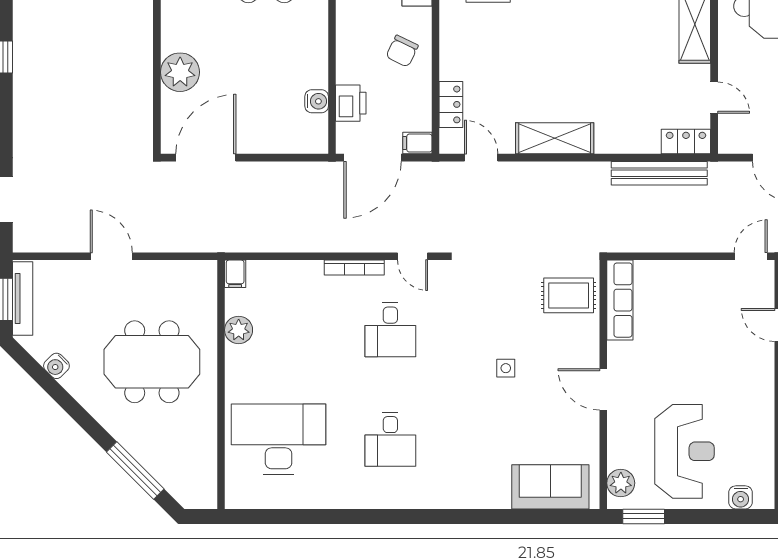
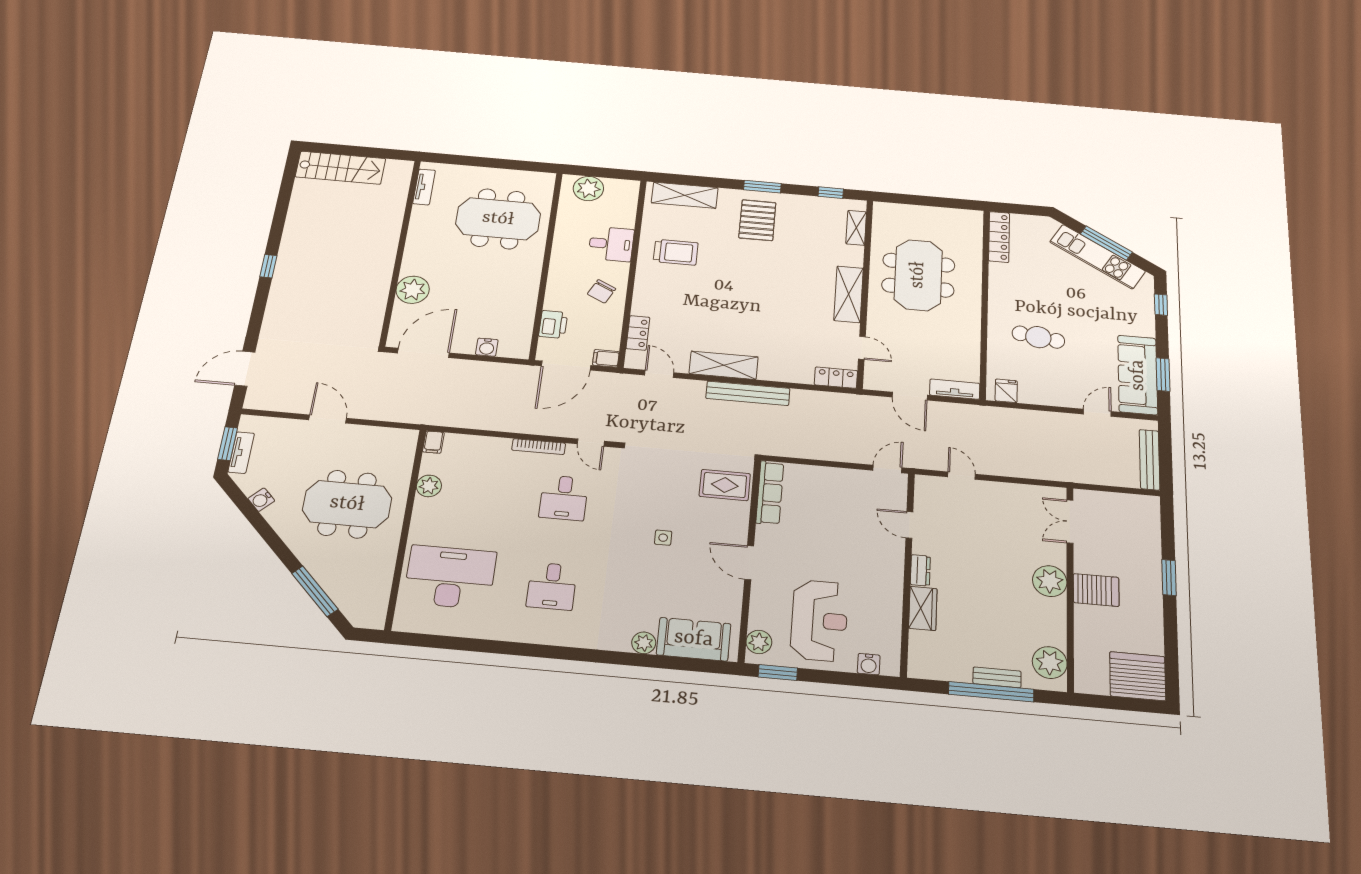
water cooler: (317, 101) -> (487, 347), moved, turned 90
bench: (659, 173) -> (748, 393), moved
tv unit: (23, 298) -> (241, 453), width x0.71
plant: (497, 496) -> (644, 643), added

